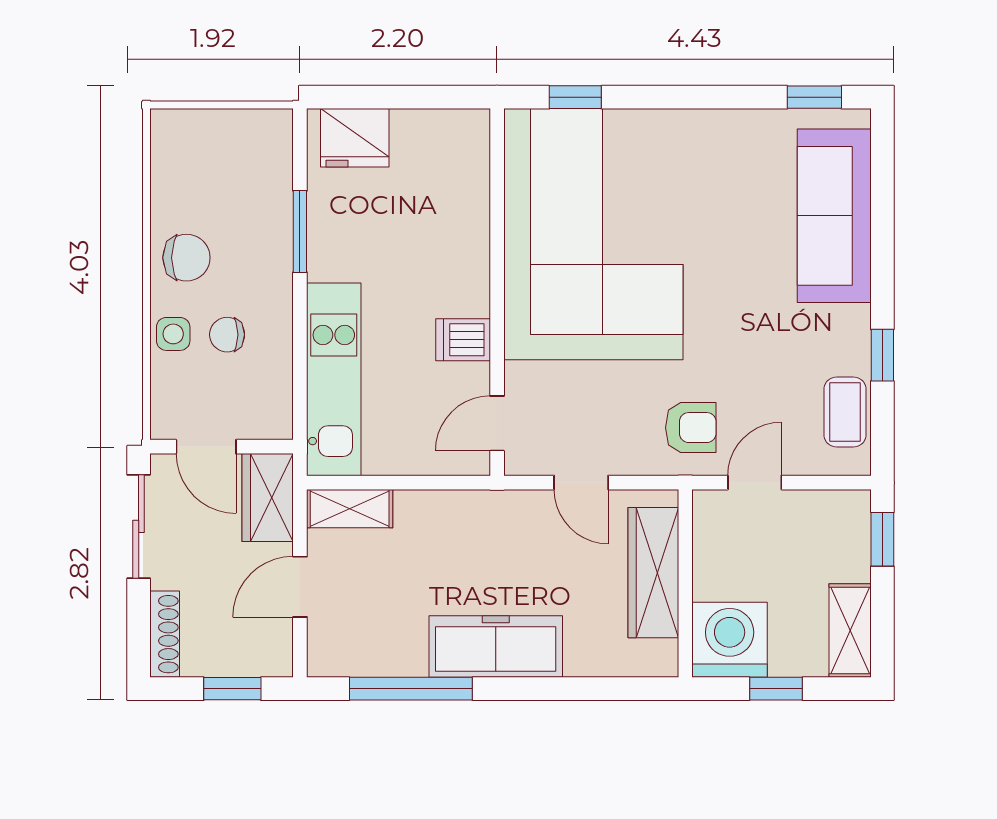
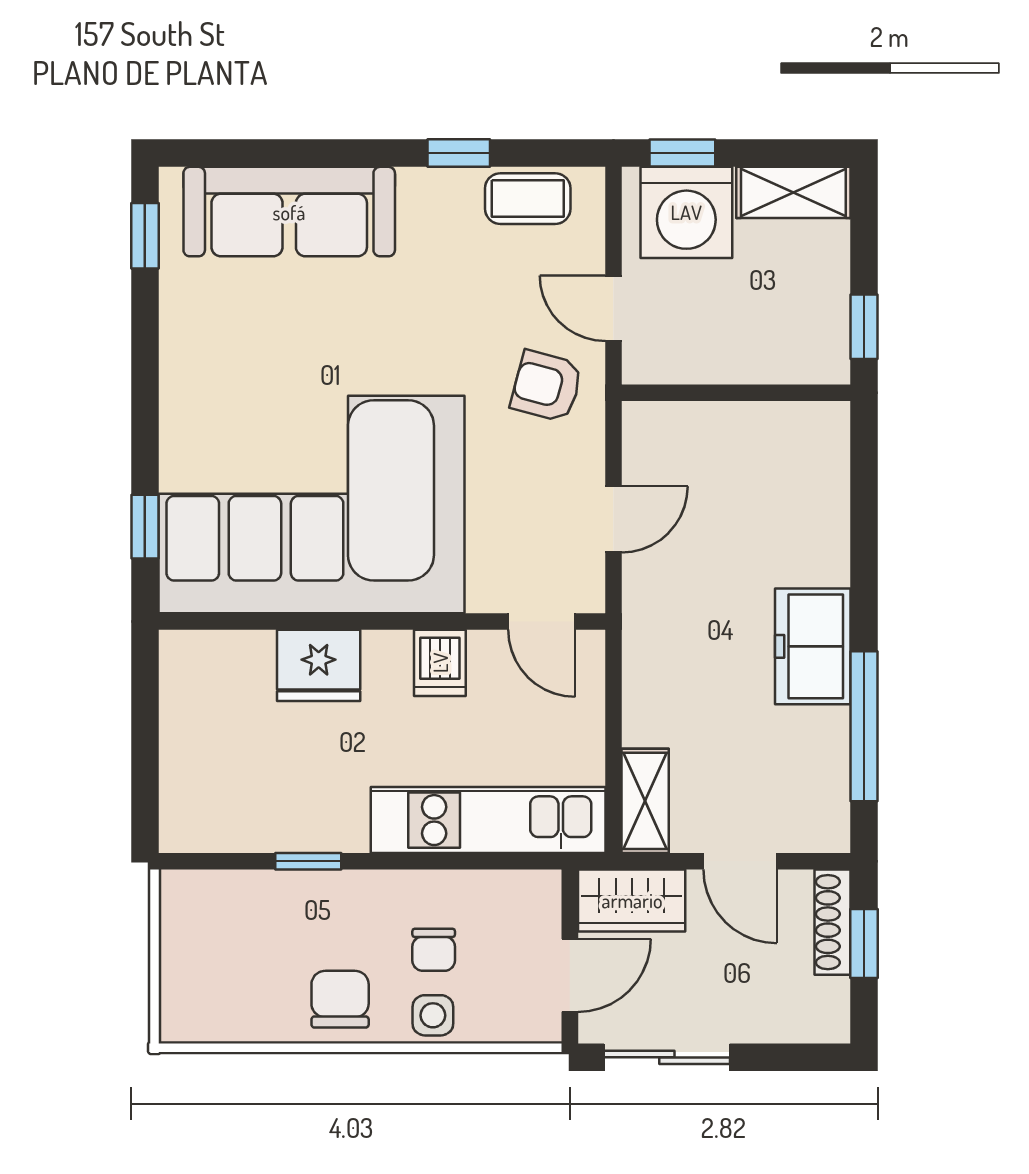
fridge: (355, 138) -> (319, 665), moved, turned 90
window: (300, 231) -> (308, 861), width x0.67
armchair: (691, 428) -> (547, 386), turned -75
wardrobe: (653, 573) -> (723, 432), removed
shoe rack: (165, 634) -> (833, 922), moved, turned -90
washing machine: (730, 640) -> (686, 212), moved, turned -90
freezer: (496, 646) -> (813, 646), width x0.71
window: (776, 689) -> (864, 327), moved

